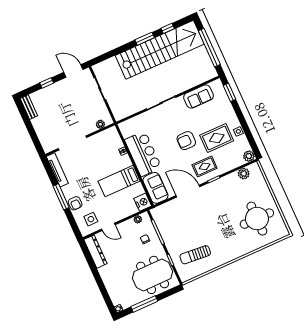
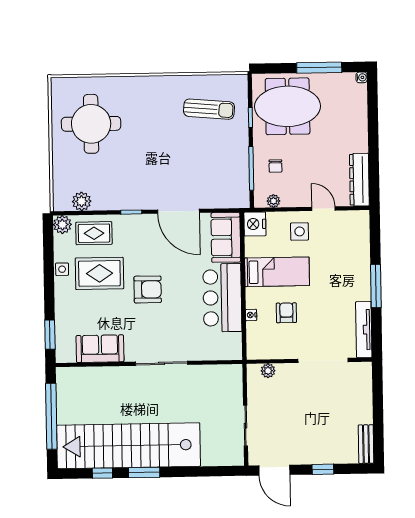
rug: (205, 166) -> (94, 233), moved
armchair: (75, 203) -> (286, 313), moved
side table: (91, 219) -> (300, 231), moved

